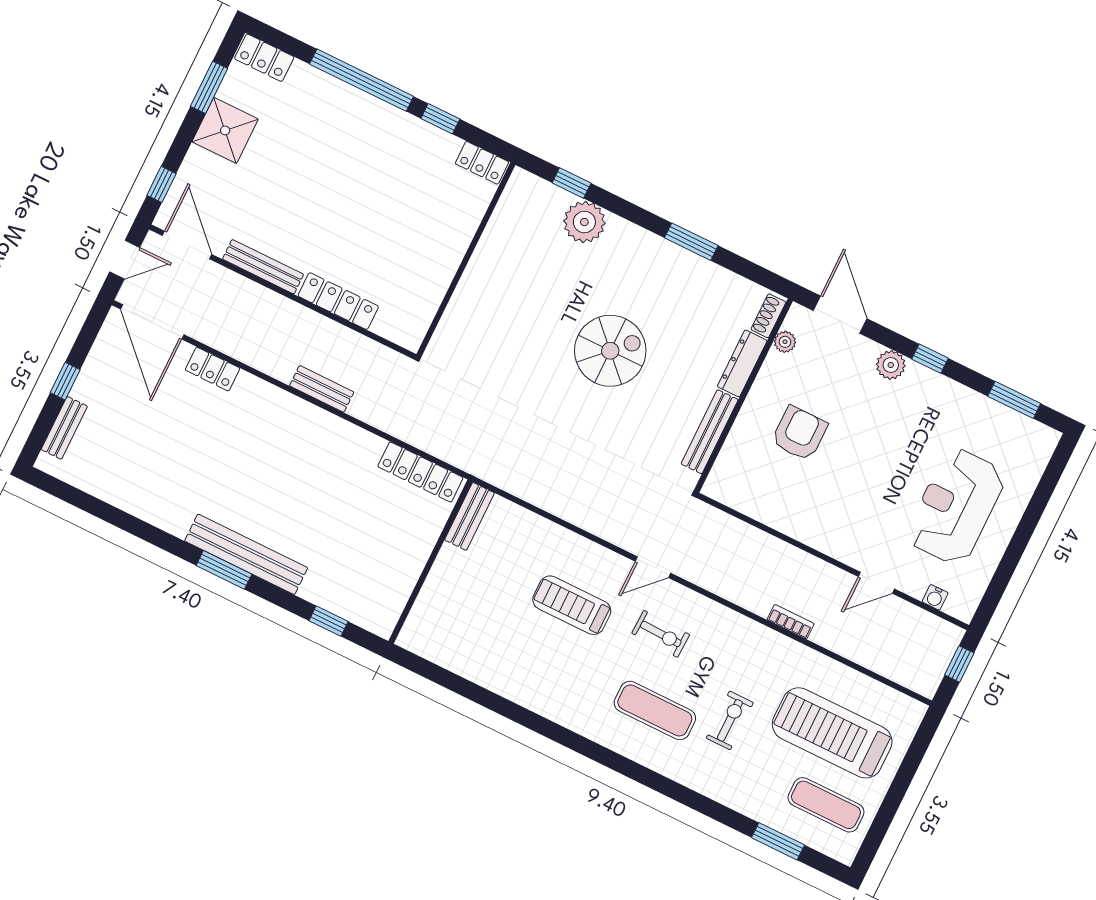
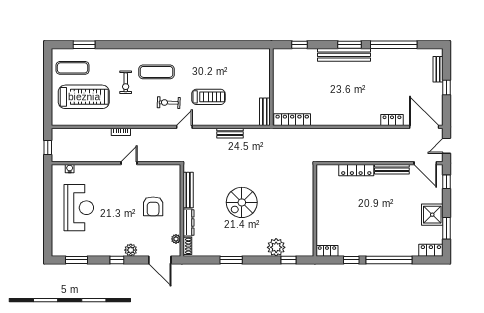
bench: (322, 389) -> (230, 133), moved
window: (132, 525) -> (394, 45), added
door: (876, 583) -> (129, 163), moved

